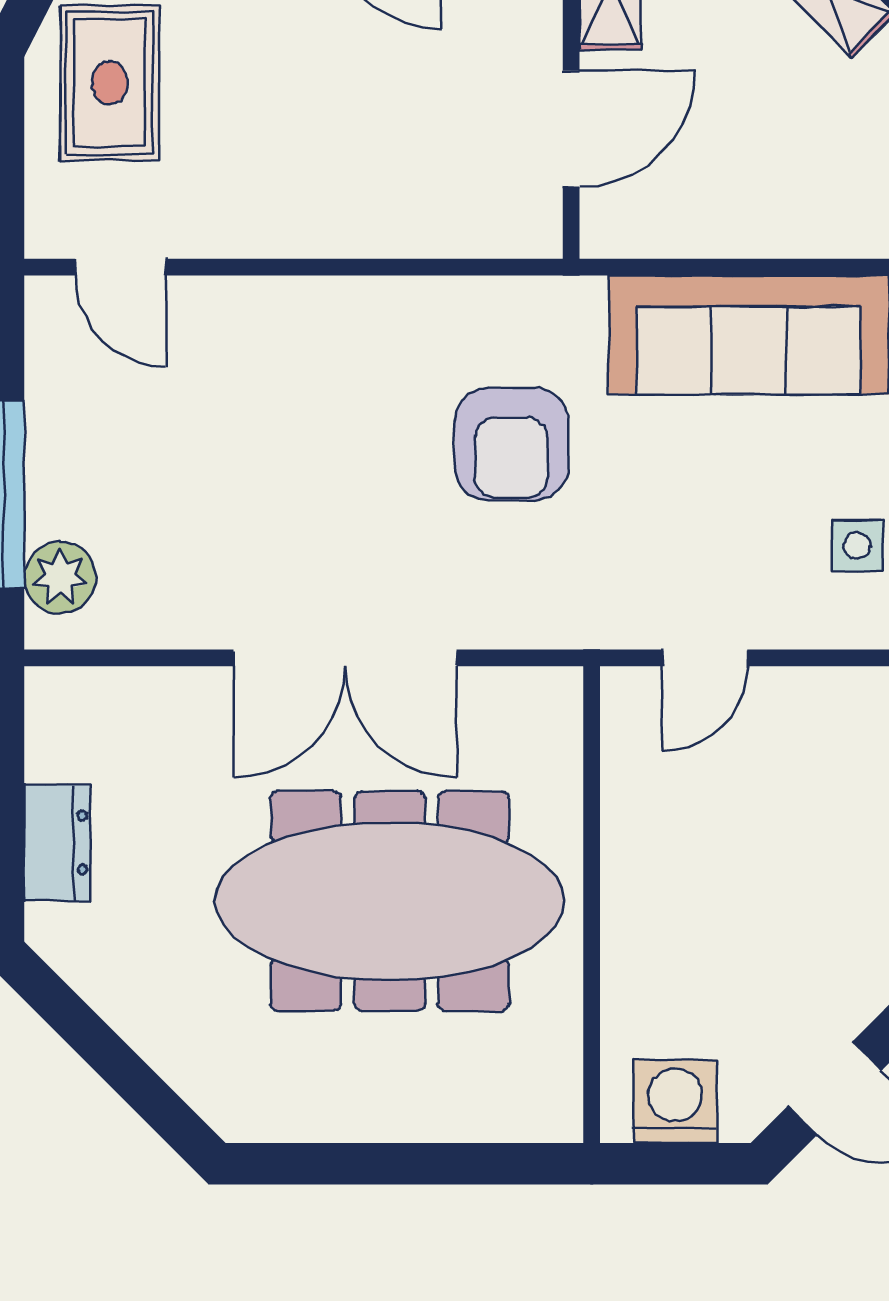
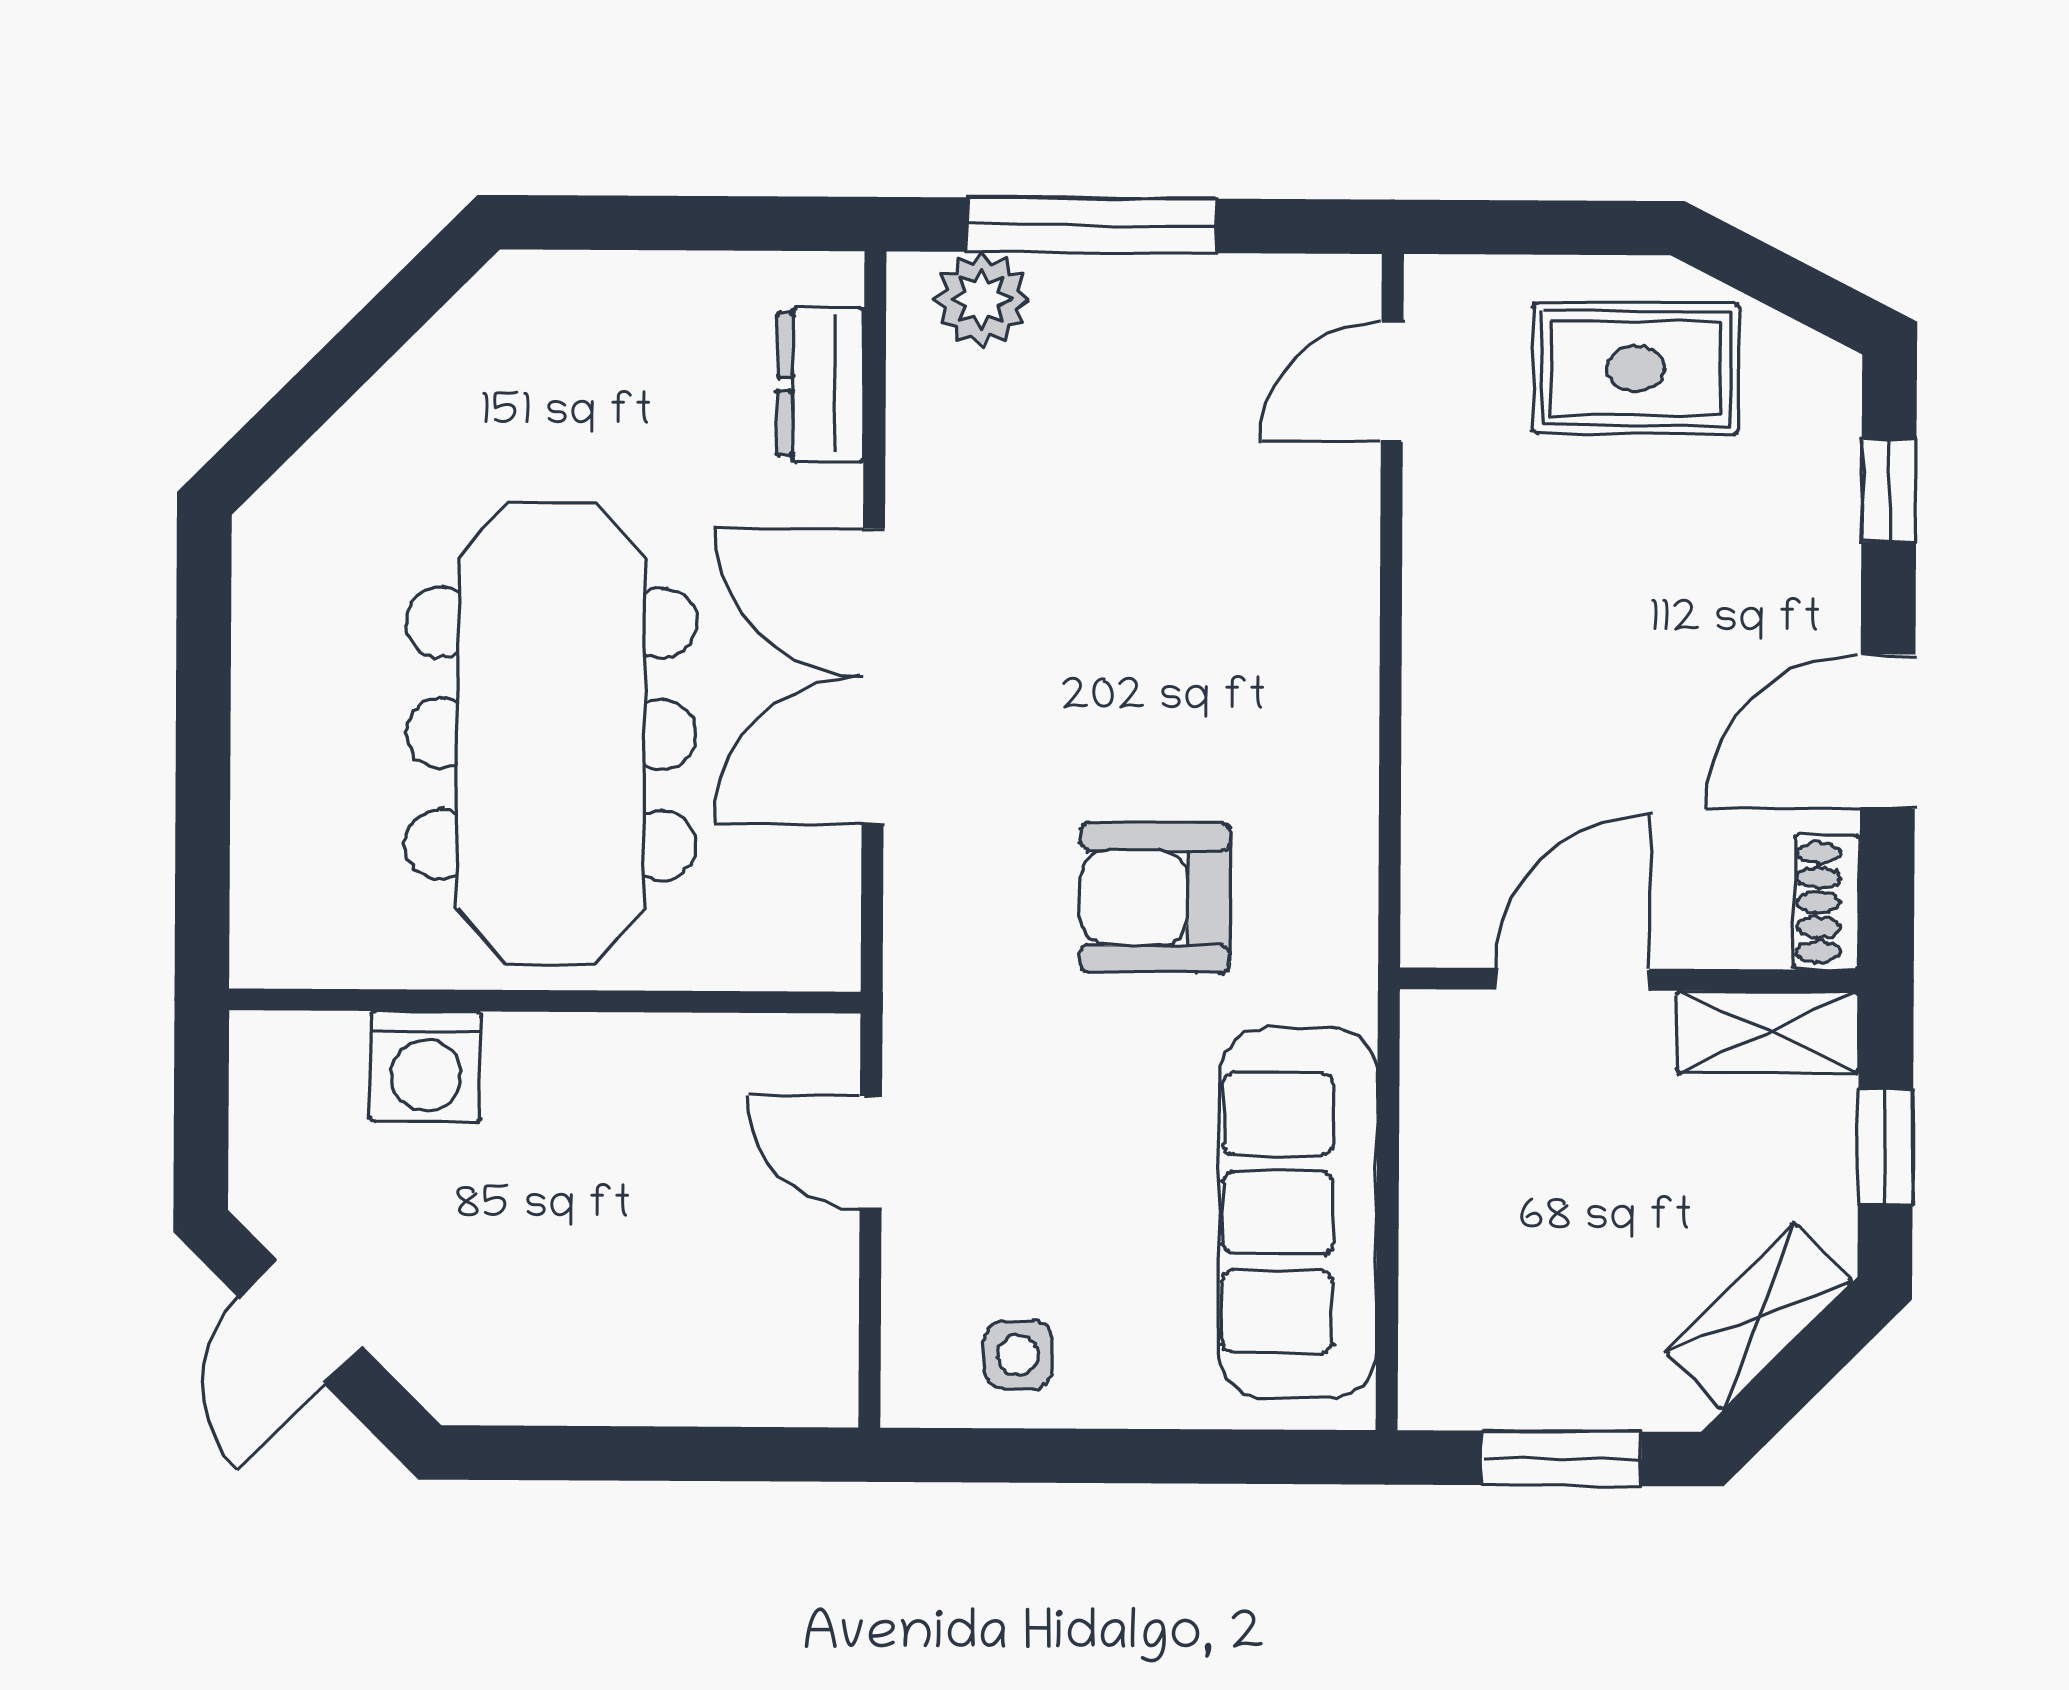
door: (571, 129) -> (1572, 979), swing flipped
dresser: (57, 843) -> (821, 384), moved, turned 90
washing machine: (675, 1101) -> (426, 1067), moved, turned 90

